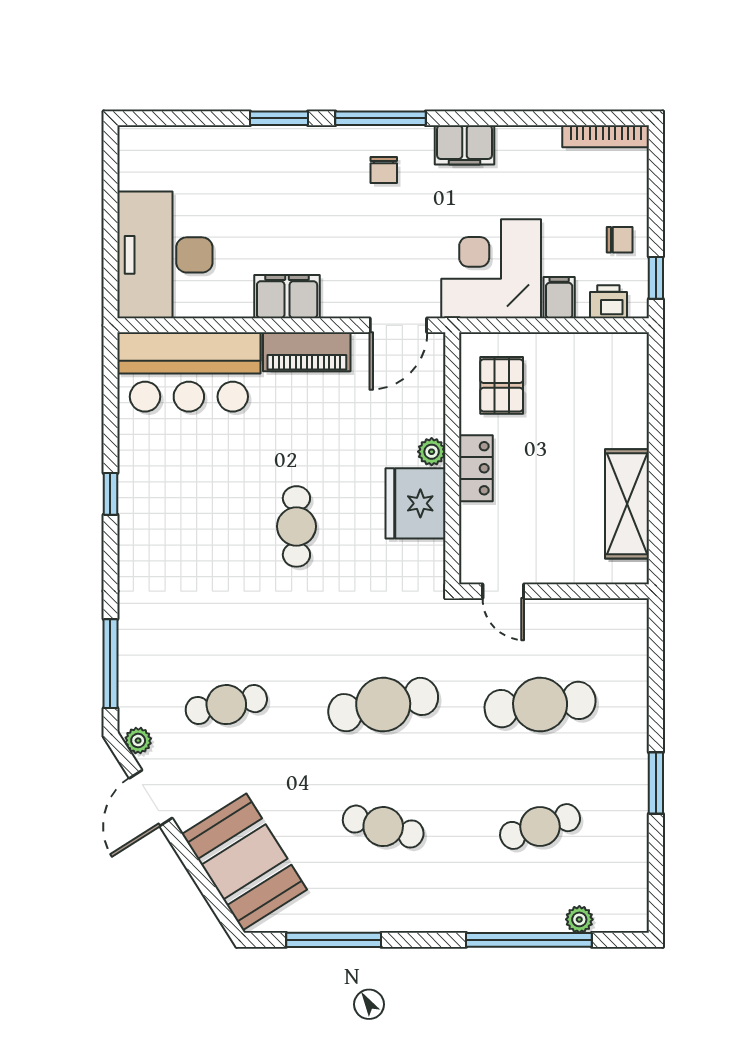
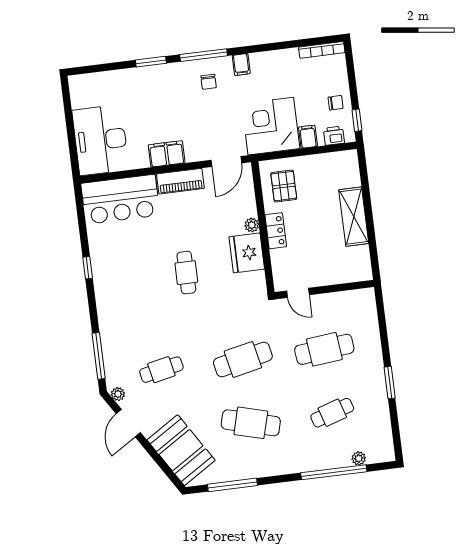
filing cabinet: (464, 145) -> (241, 64), width x0.50
shelving: (627, 504) -> (354, 217), moved
cafe table: (383, 827) -> (251, 423), width x1.37, depth x1.35

